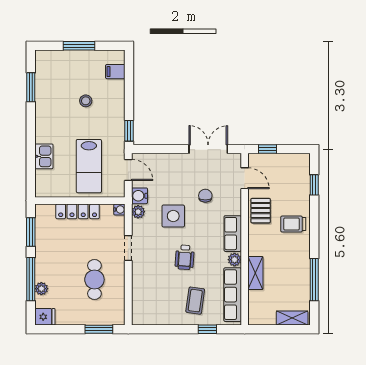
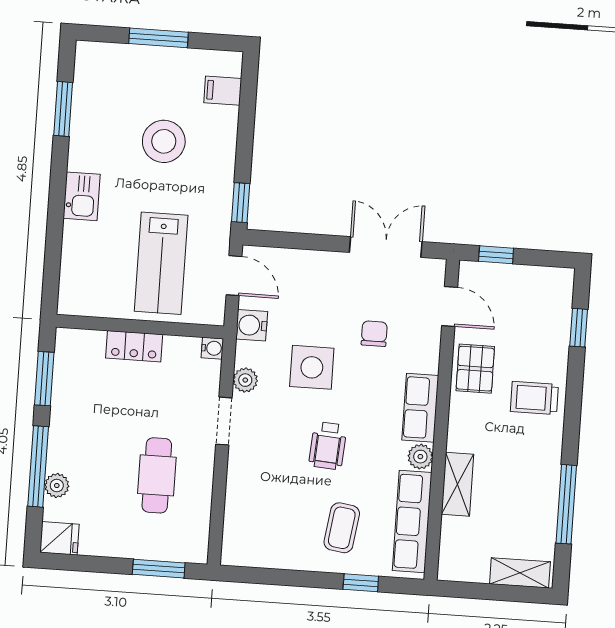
stool: (86, 101) -> (164, 141), width x1.89, depth x1.89
kitchen sink: (44, 156) -> (82, 196), moved
locker: (78, 211) -> (134, 346), width x0.66
plant: (138, 212) -> (245, 380), moved

